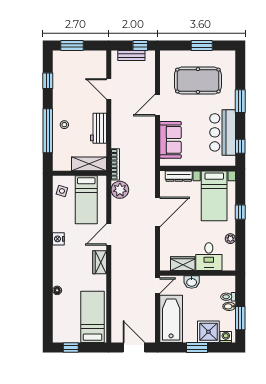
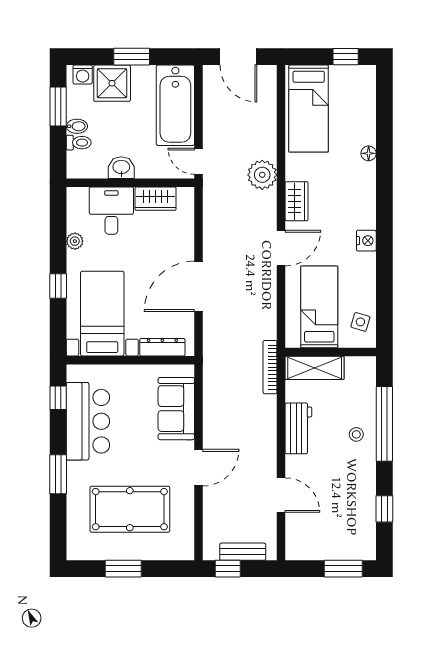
plant: (120, 190) -> (262, 175), moved
washbasin: (192, 282) -> (121, 168), moved
door: (157, 286) -> (198, 161), hinge flipped

